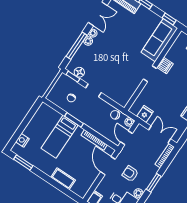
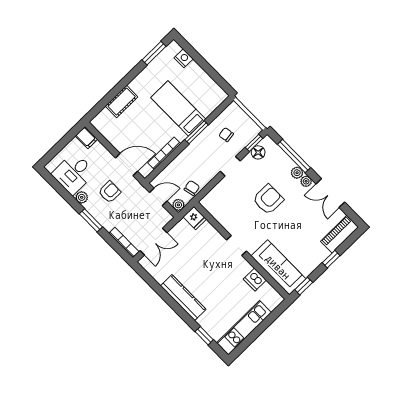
armchair: (112, 58) -> (268, 199), added
dishwasher: (165, 65) -> (255, 280), moved
fridge: (145, 114) -> (195, 218), moved

